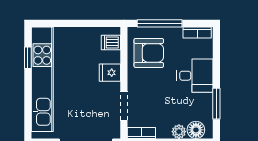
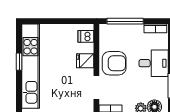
armchair: (149, 53) -> (114, 63), moved
window: (28, 58) -> (19, 62), moved

